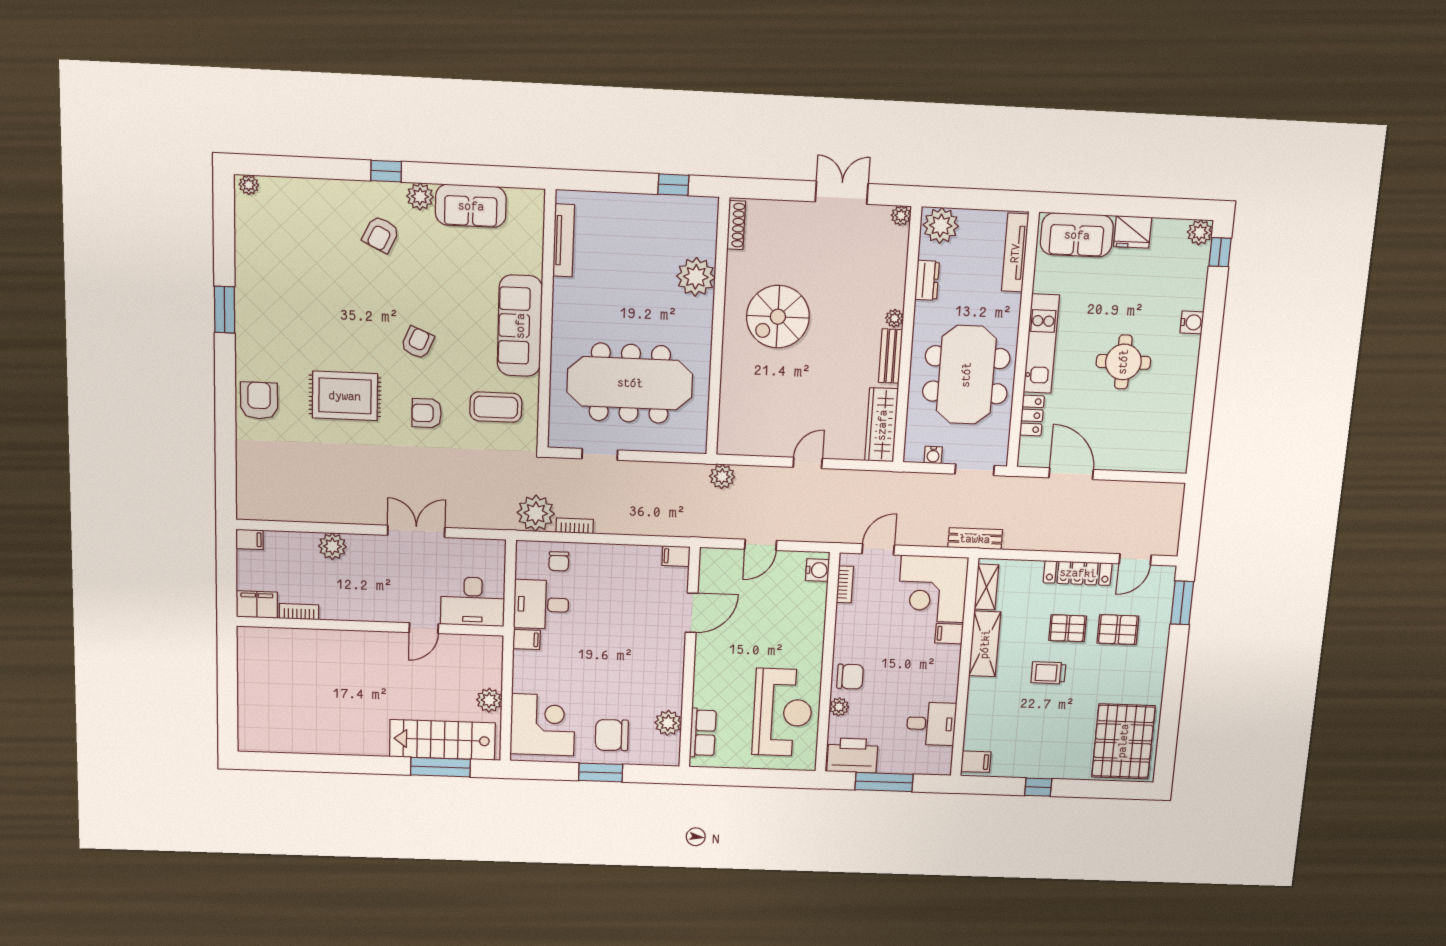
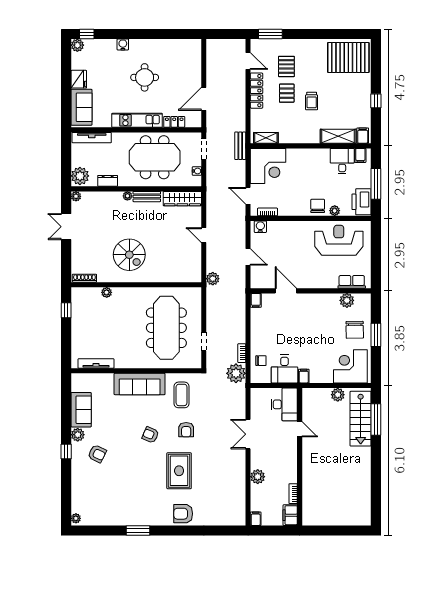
plant: (696, 277) -> (107, 292), width x0.53, depth x0.53
filing cabinet: (949, 634) -> (360, 155), moved
shelving: (985, 644) -> (338, 136), moved

